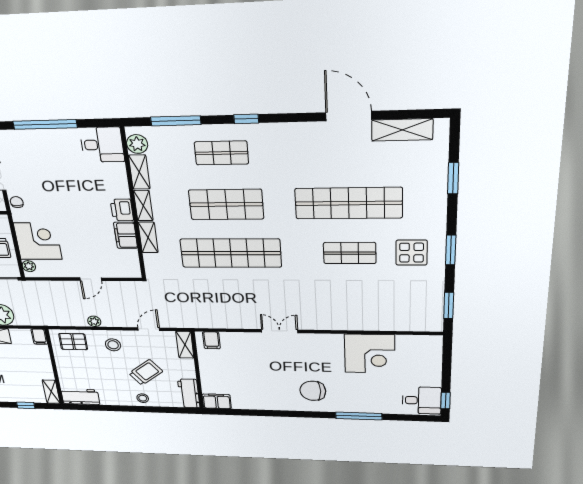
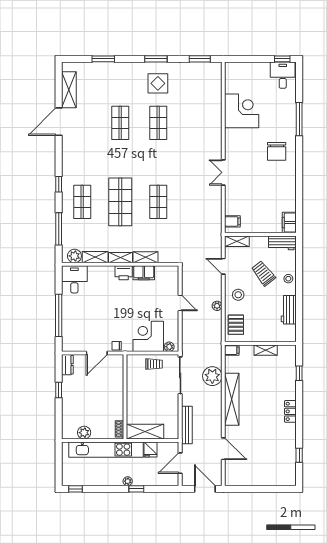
shop shelf: (348, 203) -> (120, 123), width x0.50, depth x0.74
shop shelf: (231, 253) -> (158, 202), width x0.50, depth x0.74
shelving: (51, 392) -> (266, 350), moved
workbench: (80, 397) -> (289, 310), moved

